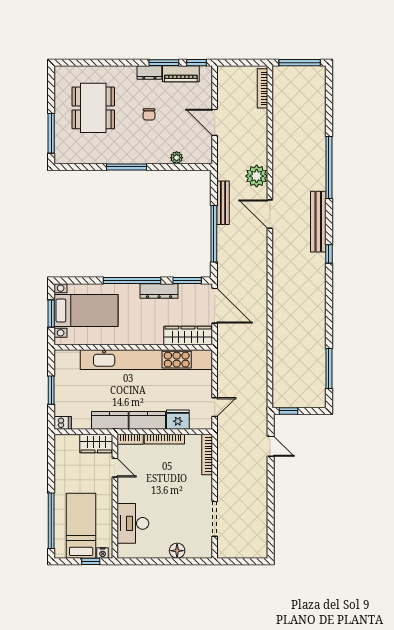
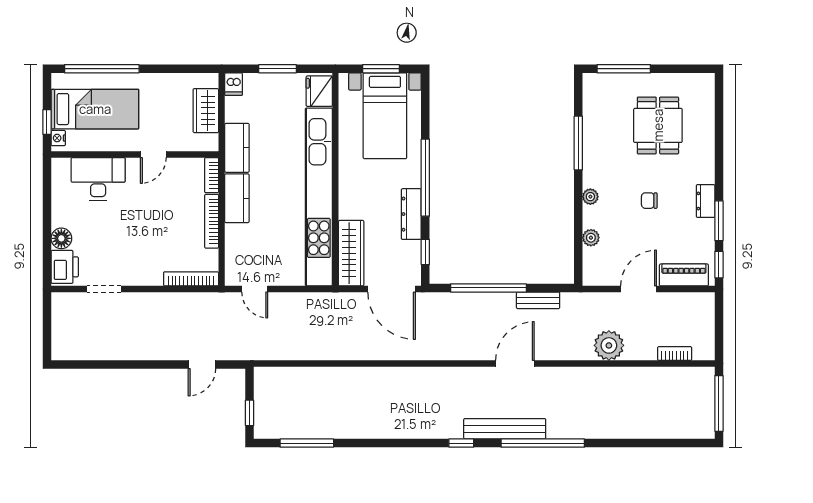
piano: (181, 74) -> (684, 275), moved, turned 90
bookcase: (262, 88) -> (675, 353), width x0.64
dining table: (93, 108) -> (658, 125), width x0.73
plant: (146, 158) -> (590, 197), added
window: (127, 167) -> (578, 143), moved
window: (329, 168) -> (543, 443), moved
plant: (257, 176) -> (609, 345), moved
bench: (223, 203) -> (538, 300), width x0.73
window: (187, 281) -> (425, 252), width x0.67
door: (215, 306) -> (392, 289), hinge flipped
window: (288, 411) -> (250, 413), moved
fridge: (178, 420) -> (319, 91), moved, turned 180
wardrobe: (96, 443) -> (206, 111), moved
door: (115, 468) -> (153, 155), moved
doorway: (215, 519) -> (104, 289), width x0.73
printer: (198, 548) -> (65, 267), added

